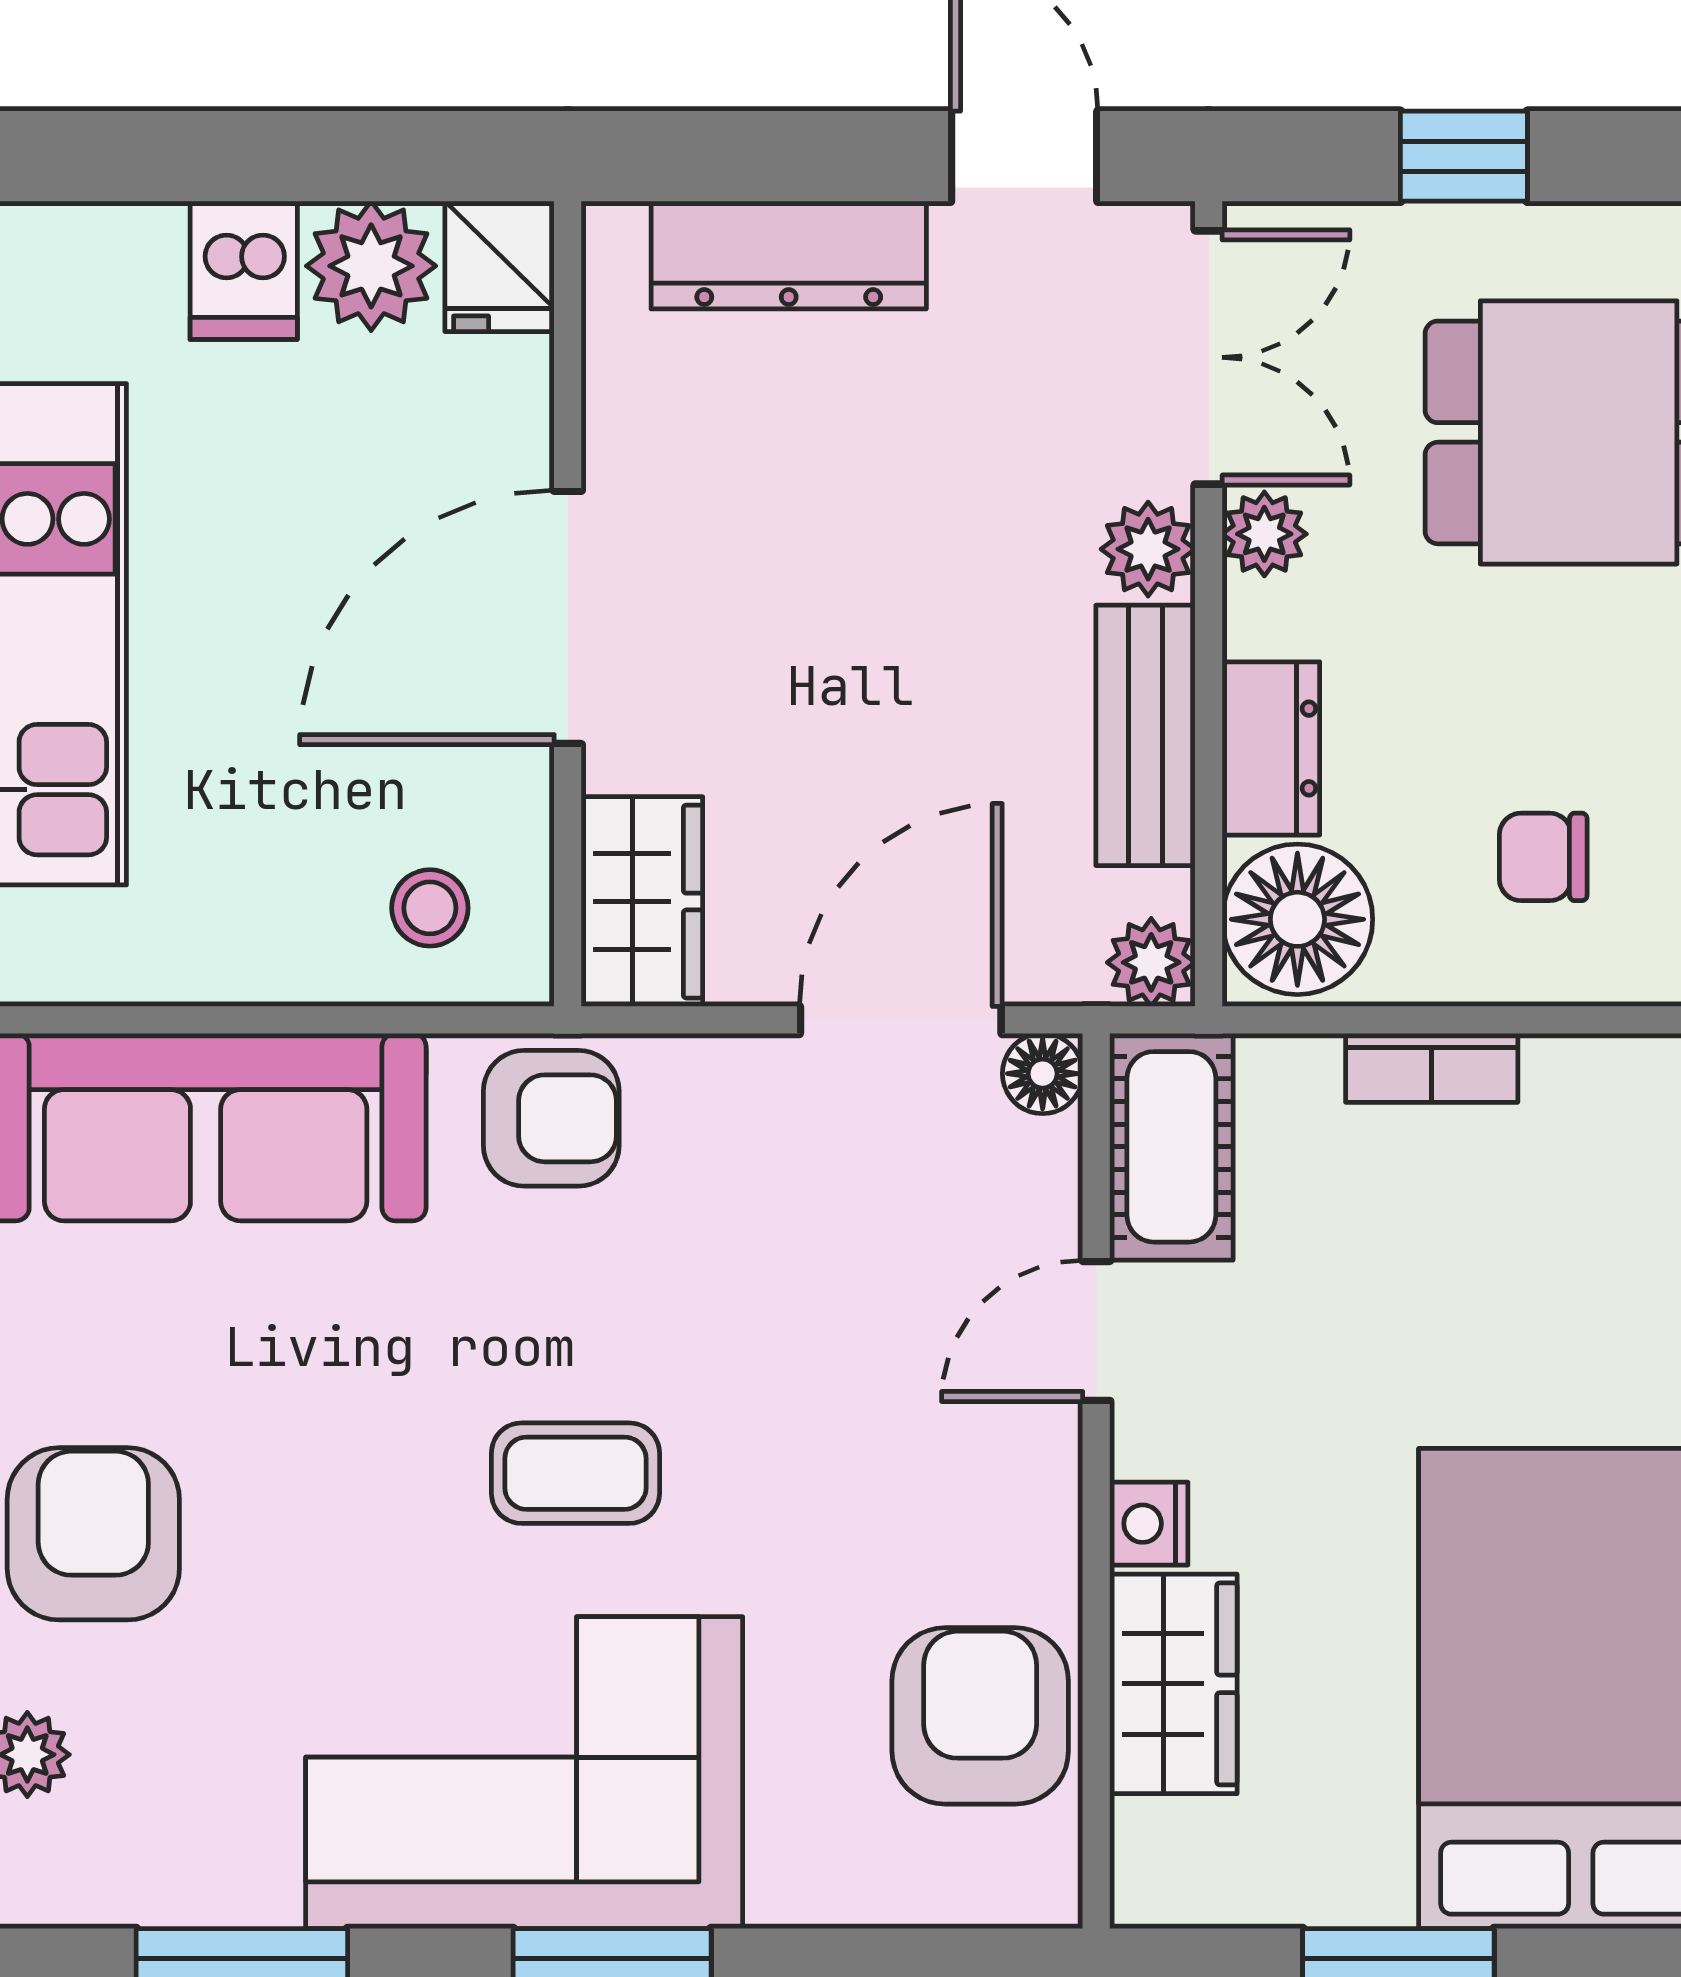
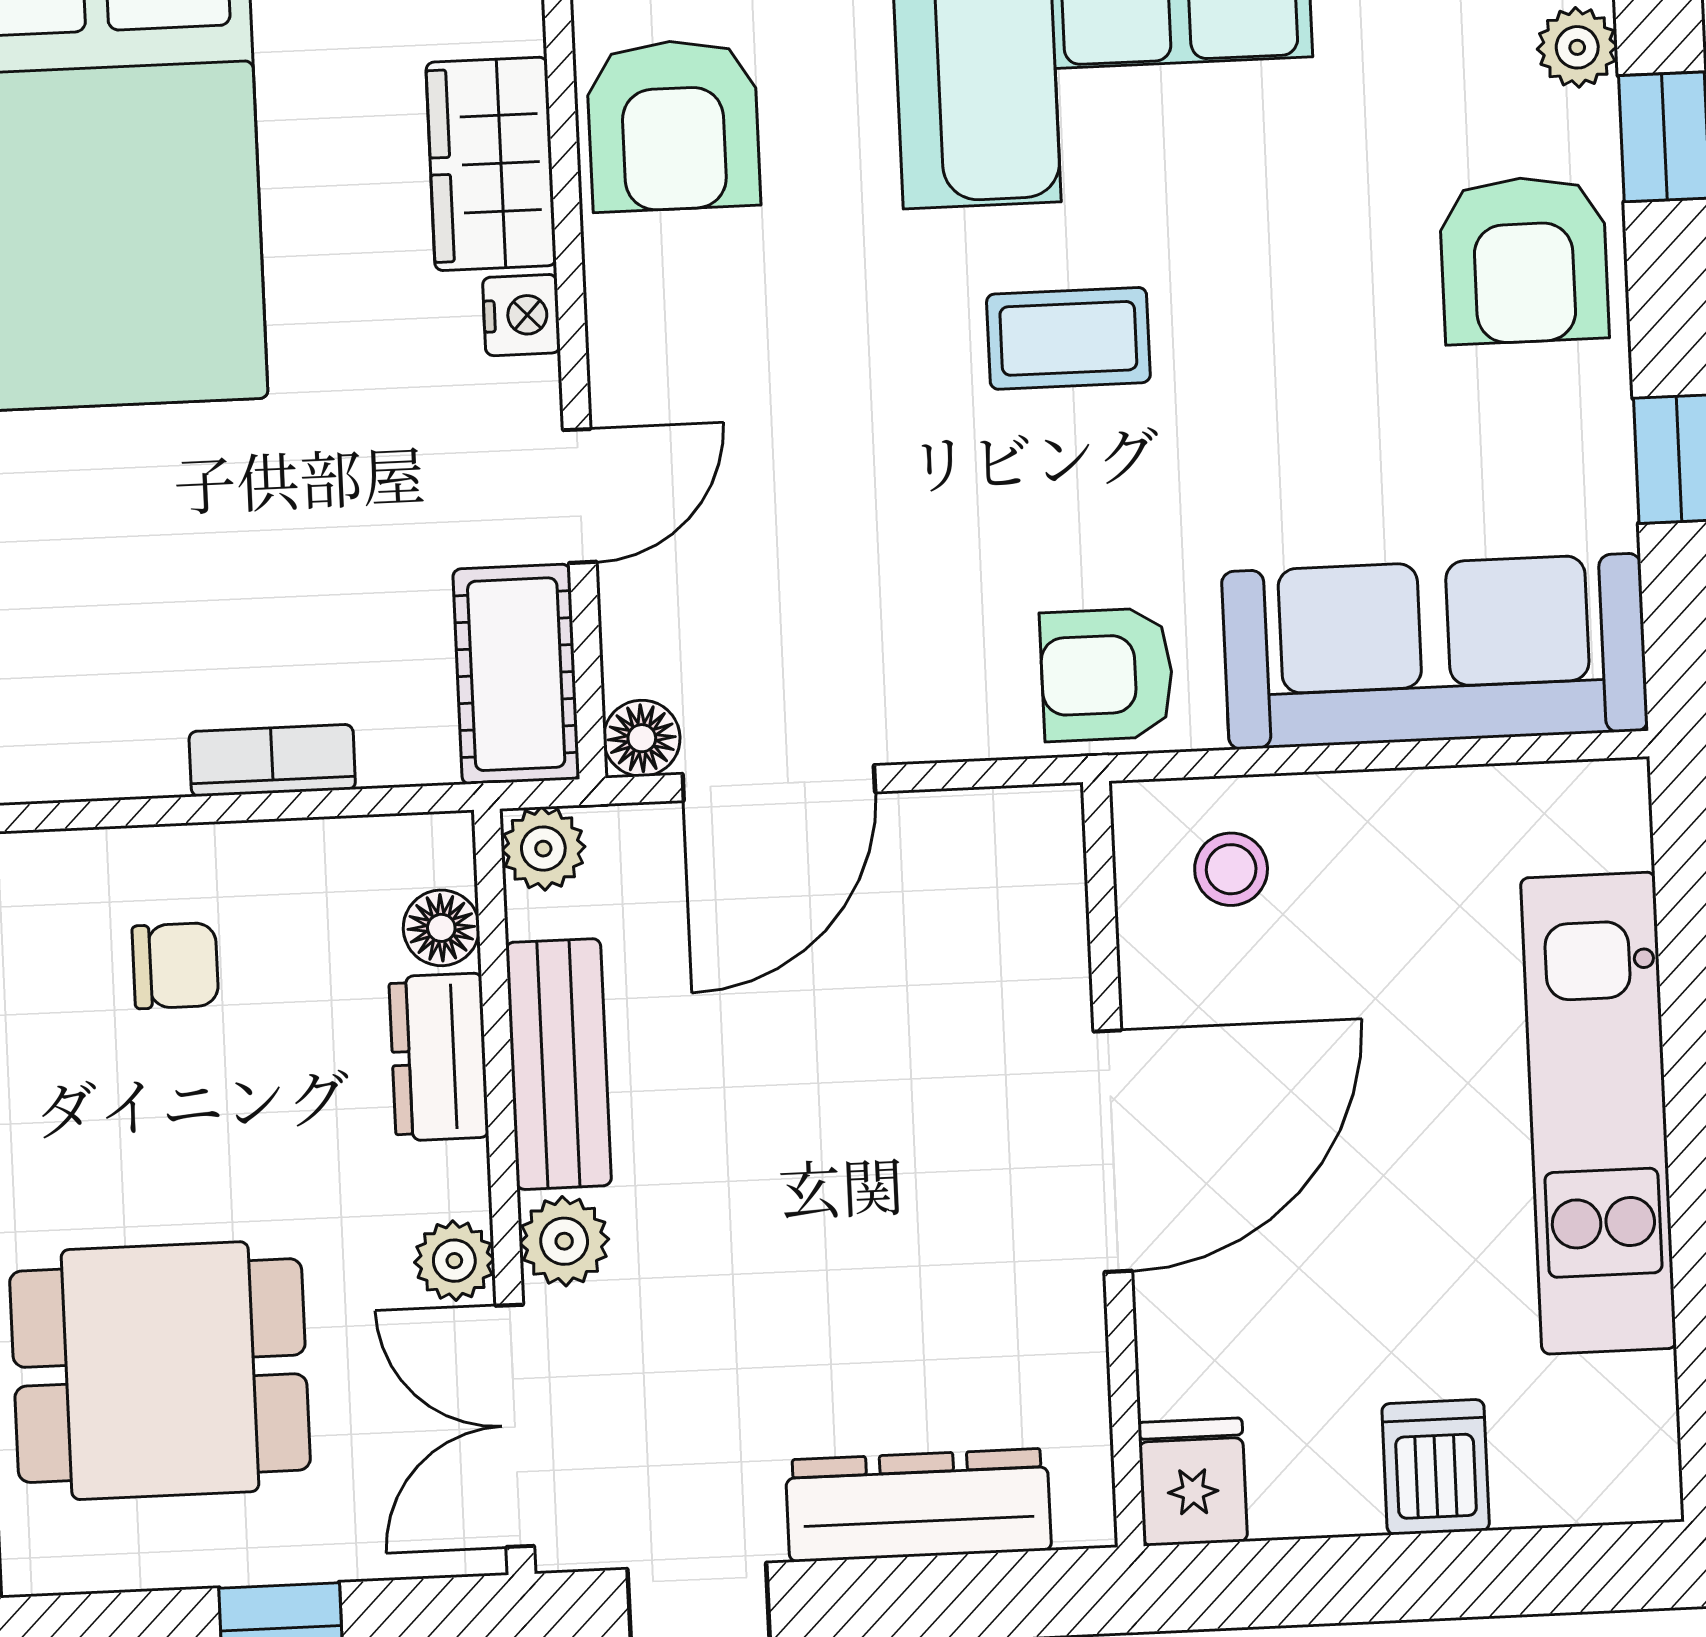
plant: (371, 266) -> (1315, 1477), removed
wardrobe: (642, 902) -> (1030, 884), removed
floor lamp: (1297, 919) -> (441, 928), width x0.53, depth x0.53

